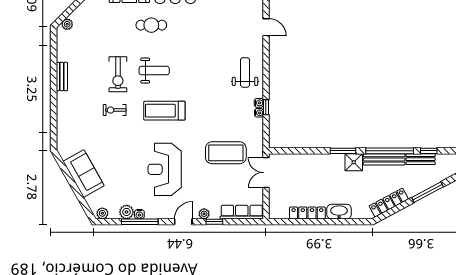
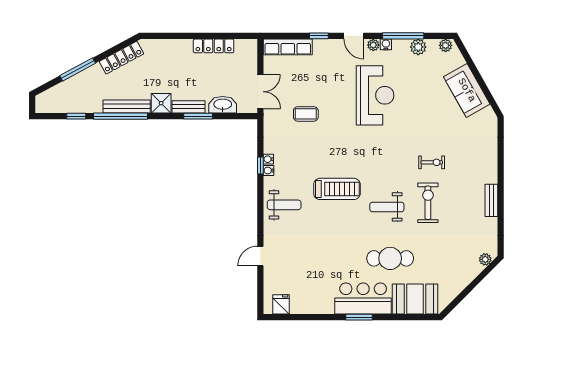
cafe table: (151, 25) -> (390, 258), width x1.37, depth x1.35
door: (266, 27) -> (260, 256), hinge flipped
weight bench: (245, 72) -> (284, 205), turned -90
treadmill: (164, 111) -> (337, 189), moved
window: (343, 151) -> (198, 116), moved
coffee table: (226, 153) -> (306, 114), width x0.54, depth x0.58
bench: (421, 159) -> (189, 107), moved
washbasin: (339, 212) -> (223, 105), moved, turned 180
water cooler: (139, 214) -> (386, 44), moved
plant: (204, 214) -> (373, 45), moved
door: (183, 222) -> (354, 36), hinge flipped

